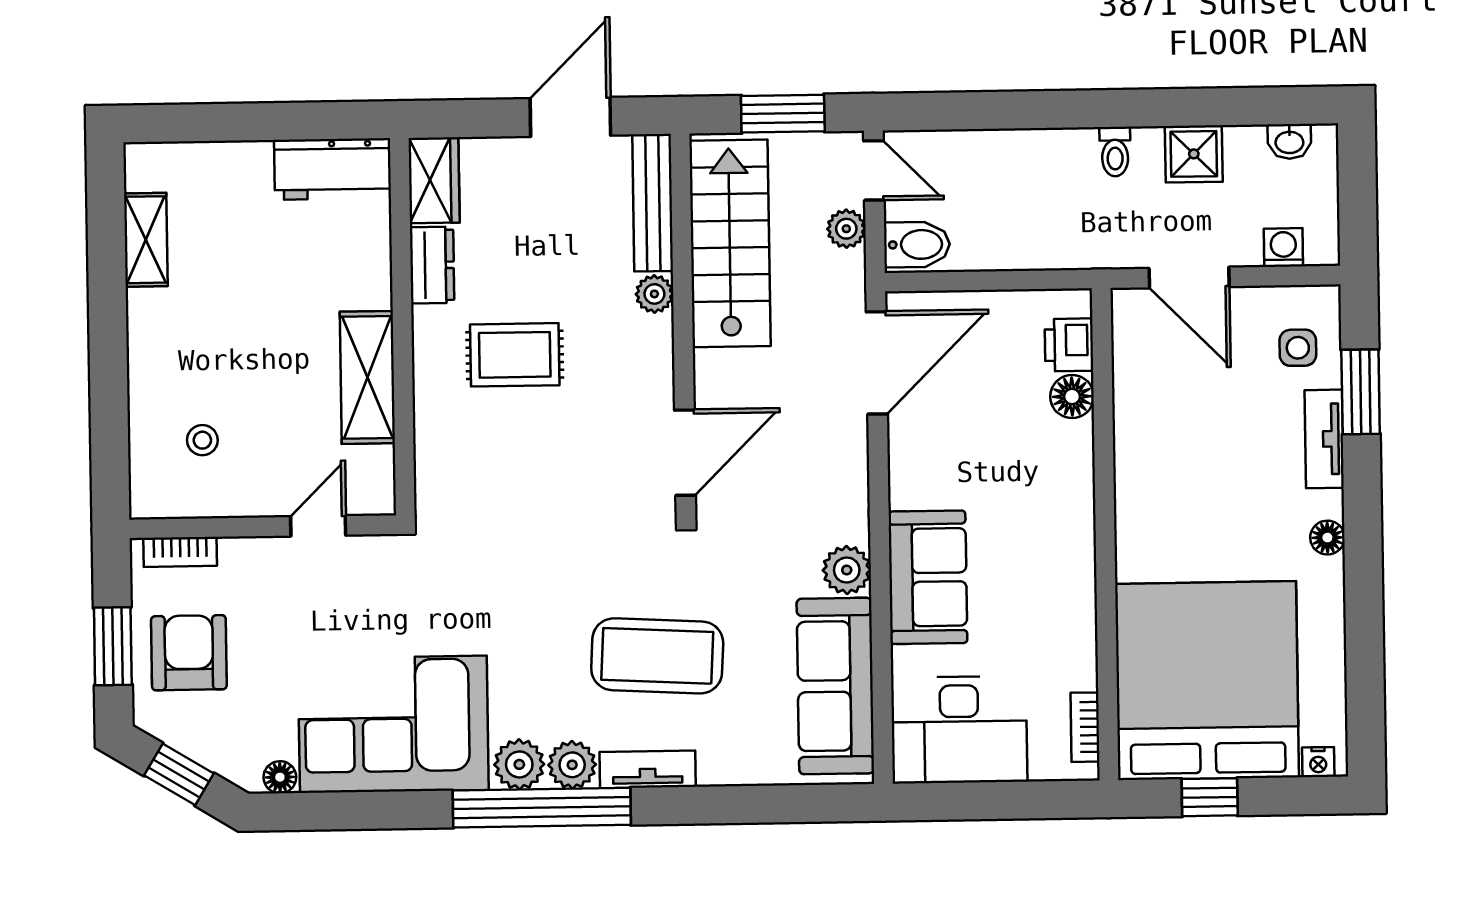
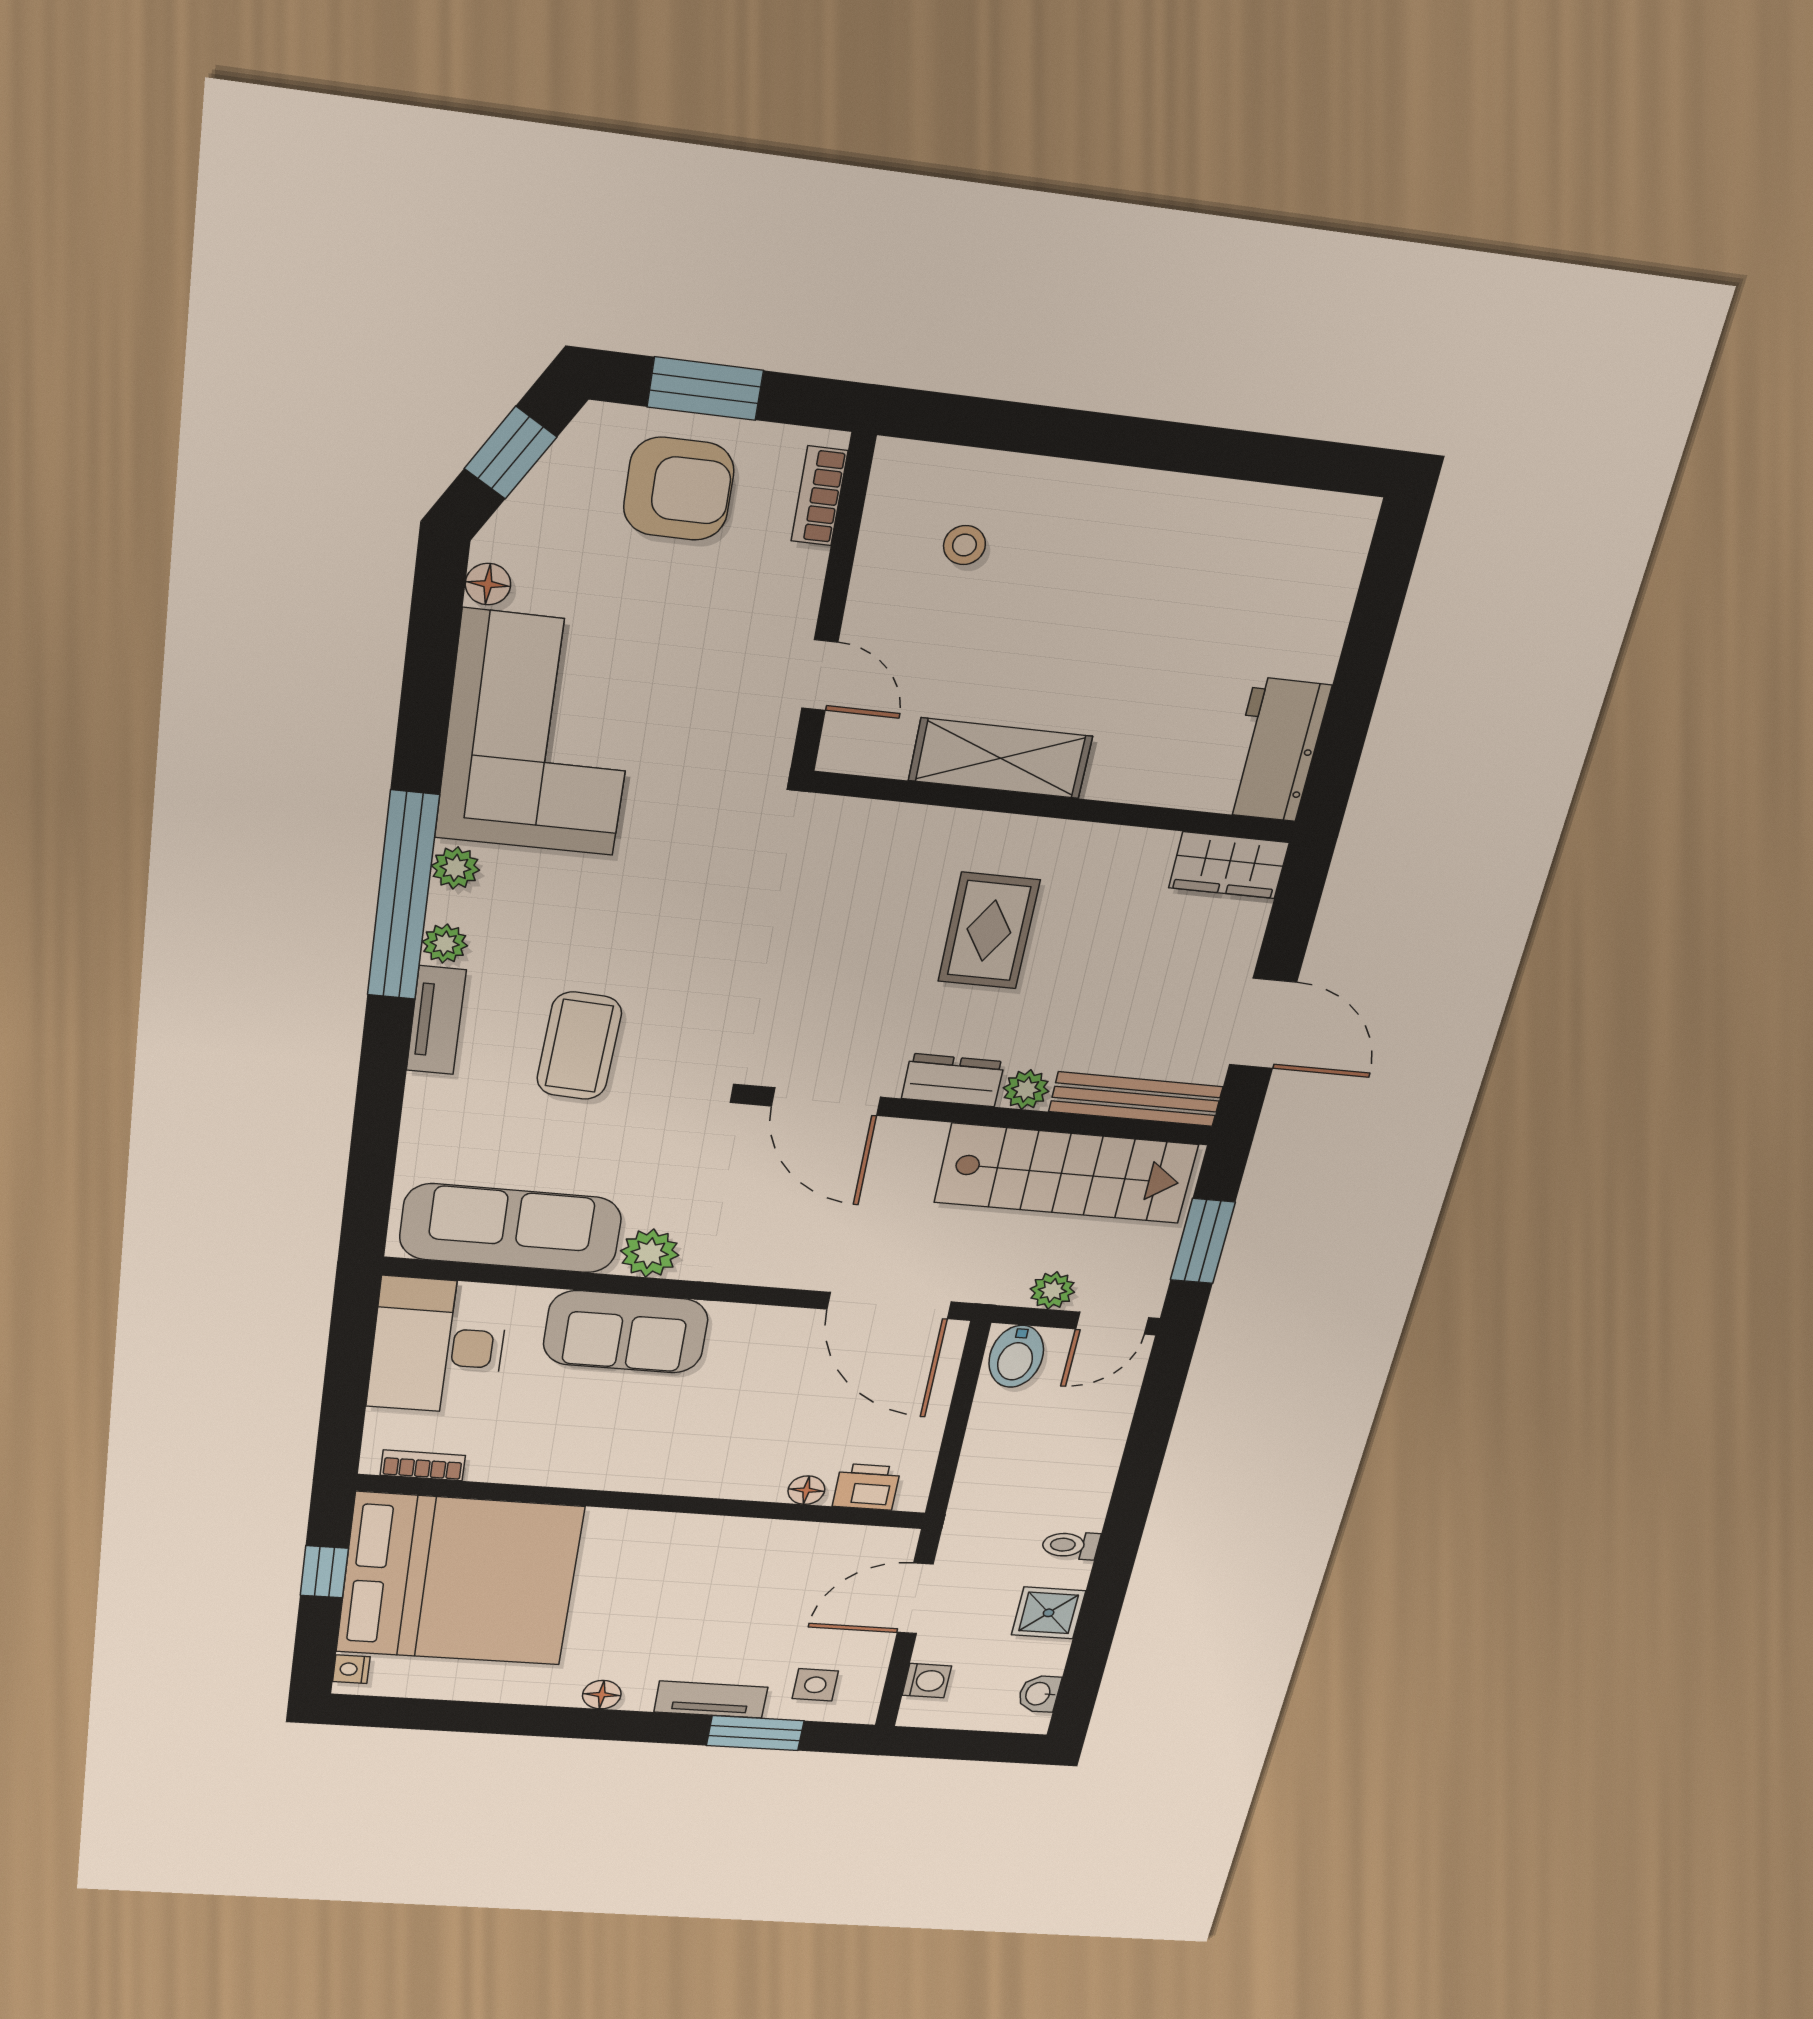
shelving: (146, 240) -> (1248, 509), removed
dresser: (432, 265) -> (953, 1080), moved, turned 180
floor lamp: (1072, 396) -> (806, 1490), width x0.73, depth x0.73
coffee table: (657, 656) -> (579, 1046), width x0.73, depth x0.76
plant: (519, 764) -> (455, 868), width x0.73, depth x0.73
plant: (572, 765) -> (445, 944), width x0.73, depth x0.73

